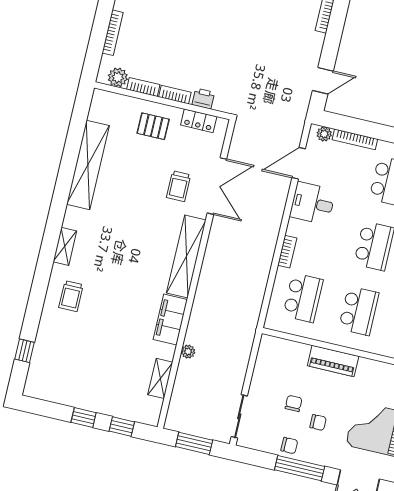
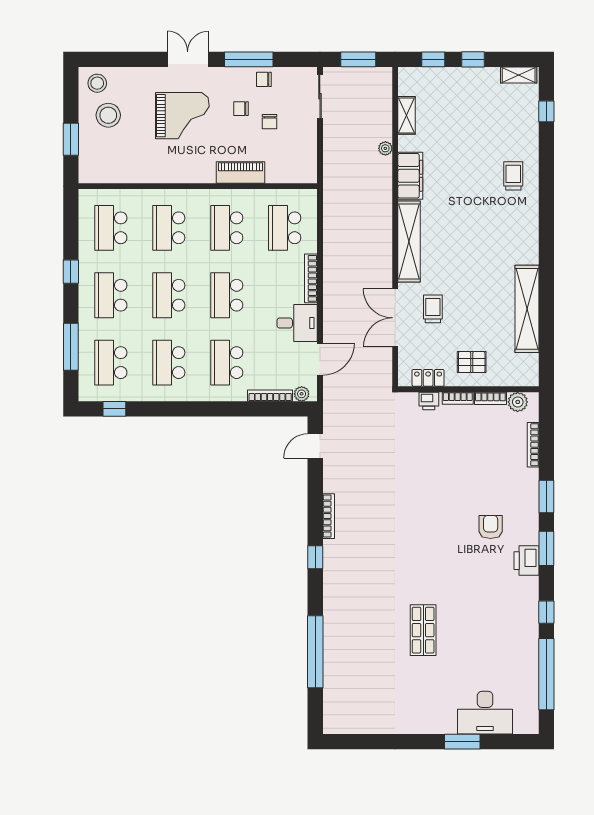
shelving: (65, 246) -> (519, 75), moved, turned 90
bookcase: (287, 252) -> (311, 278), width x1.56

